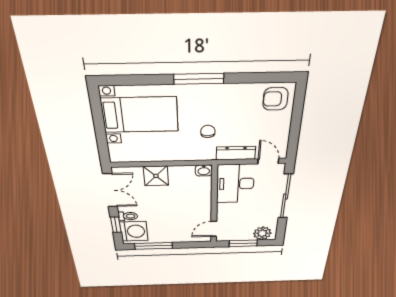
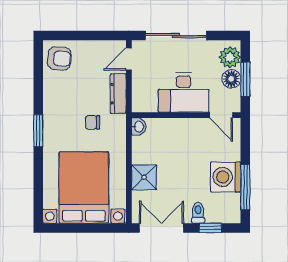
window: (199, 79) -> (38, 131), width x0.69
armchair: (275, 99) -> (59, 58), turned -86
bed with nightstands: (140, 115) -> (84, 188), width x1.36
desk: (235, 184) -> (184, 92), moved
washing machine: (134, 231) -> (226, 177), moved, turned -90
floor lamp: (244, 235) -> (231, 79), added

